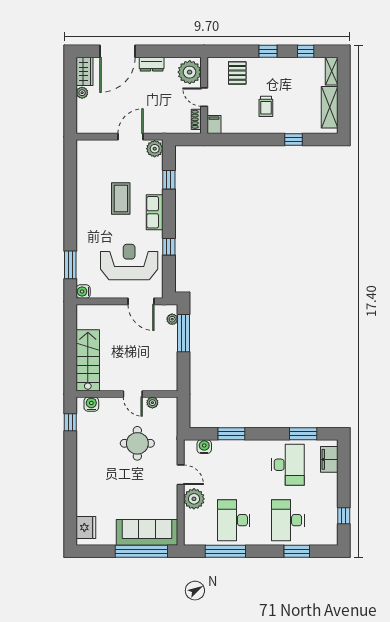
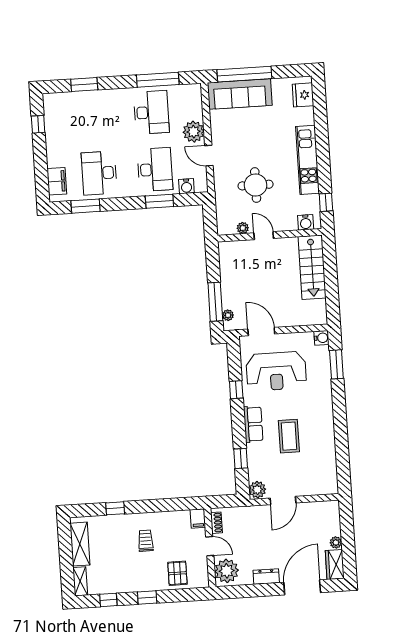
kitchen unit: (86, 464) -> (307, 160), added
desk: (288, 520) -> (155, 169), moved

